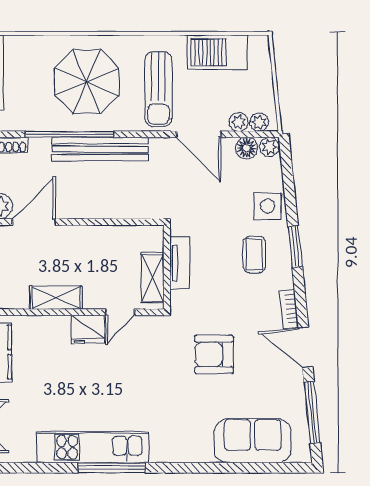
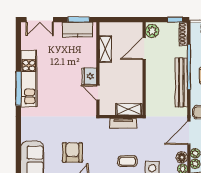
door: (34, 222) -> (144, 49), swing flipped
shelving: (153, 278) -> (129, 109), moved
shelving: (56, 298) -> (105, 49), moved
armchair: (214, 354) -> (72, 152), moved

